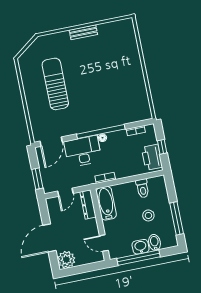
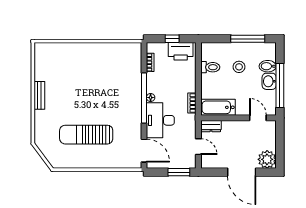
dresser: (88, 204) -> (211, 126), width x0.70
door: (104, 243) -> (258, 118), swing flipped

